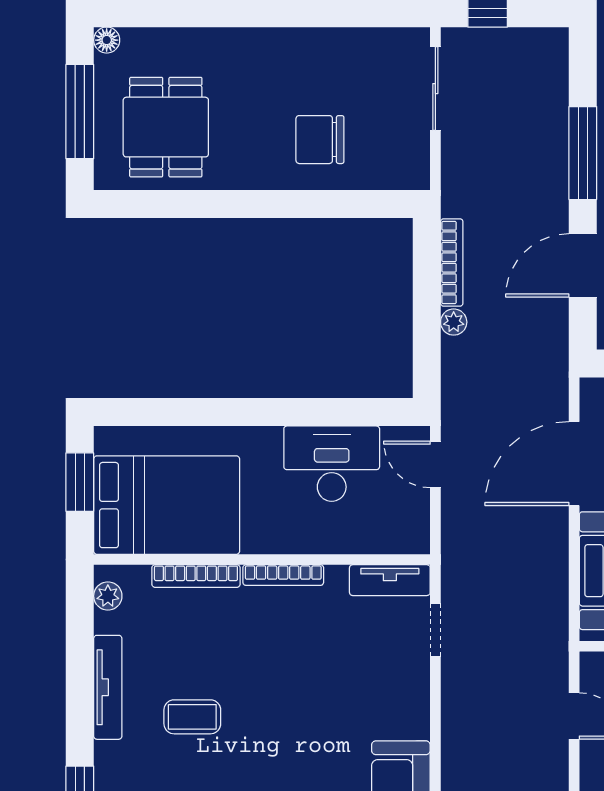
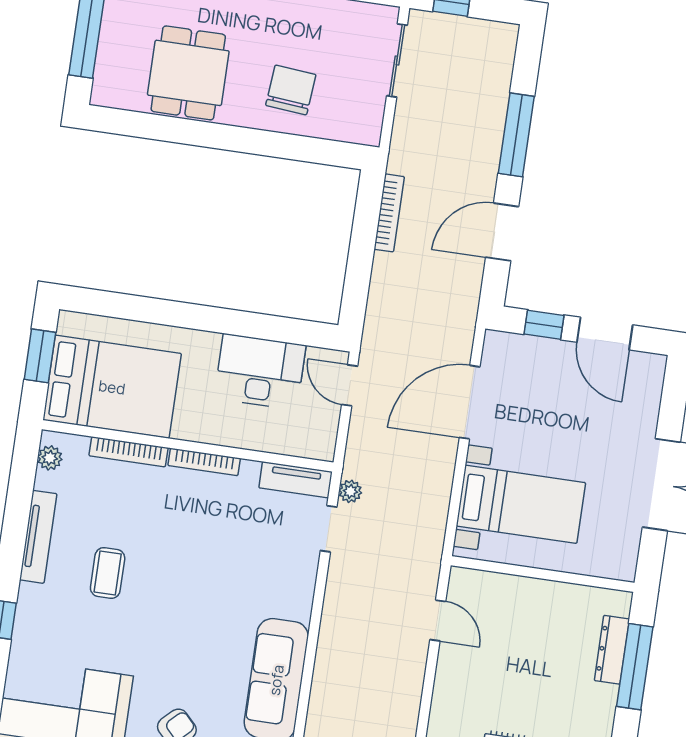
dining table: (166, 127) -> (188, 73), moved
chair: (320, 140) -> (291, 90), turned 95
plant: (454, 322) -> (350, 491), moved
coffee table: (192, 717) -> (108, 573), turned 90

